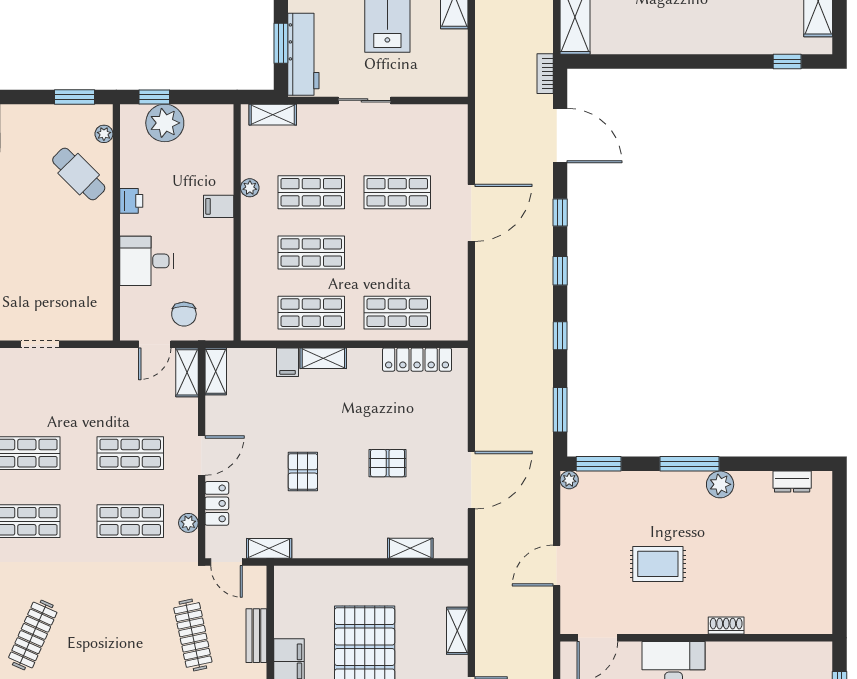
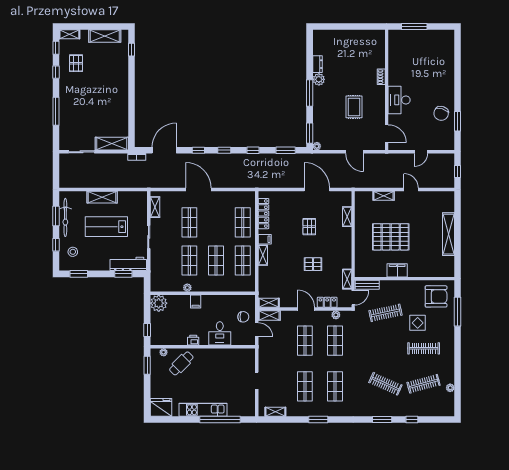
shelving: (273, 115) -> (155, 207), moved
plant: (165, 123) -> (159, 303), moved
filing cabinet: (288, 362) -> (265, 239), moved
dresser: (792, 482) -> (317, 64), moved
bench: (256, 636) -> (367, 285), moved

